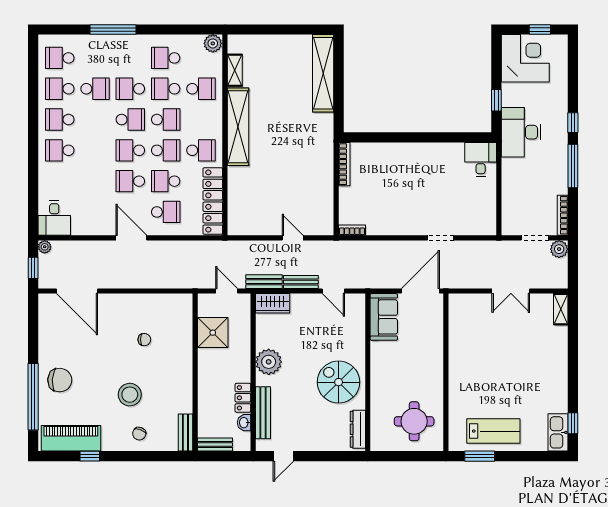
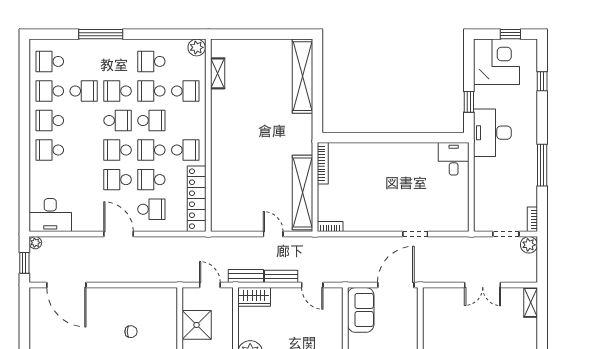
window: (573, 123) -> (542, 81), moved
shelving: (238, 127) -> (302, 193), moved
school desk: (166, 150) -> (151, 150), turned 180
bookcase: (563, 215) -> (532, 219), width x0.64
desk: (54, 218) -> (50, 215), width x1.37

